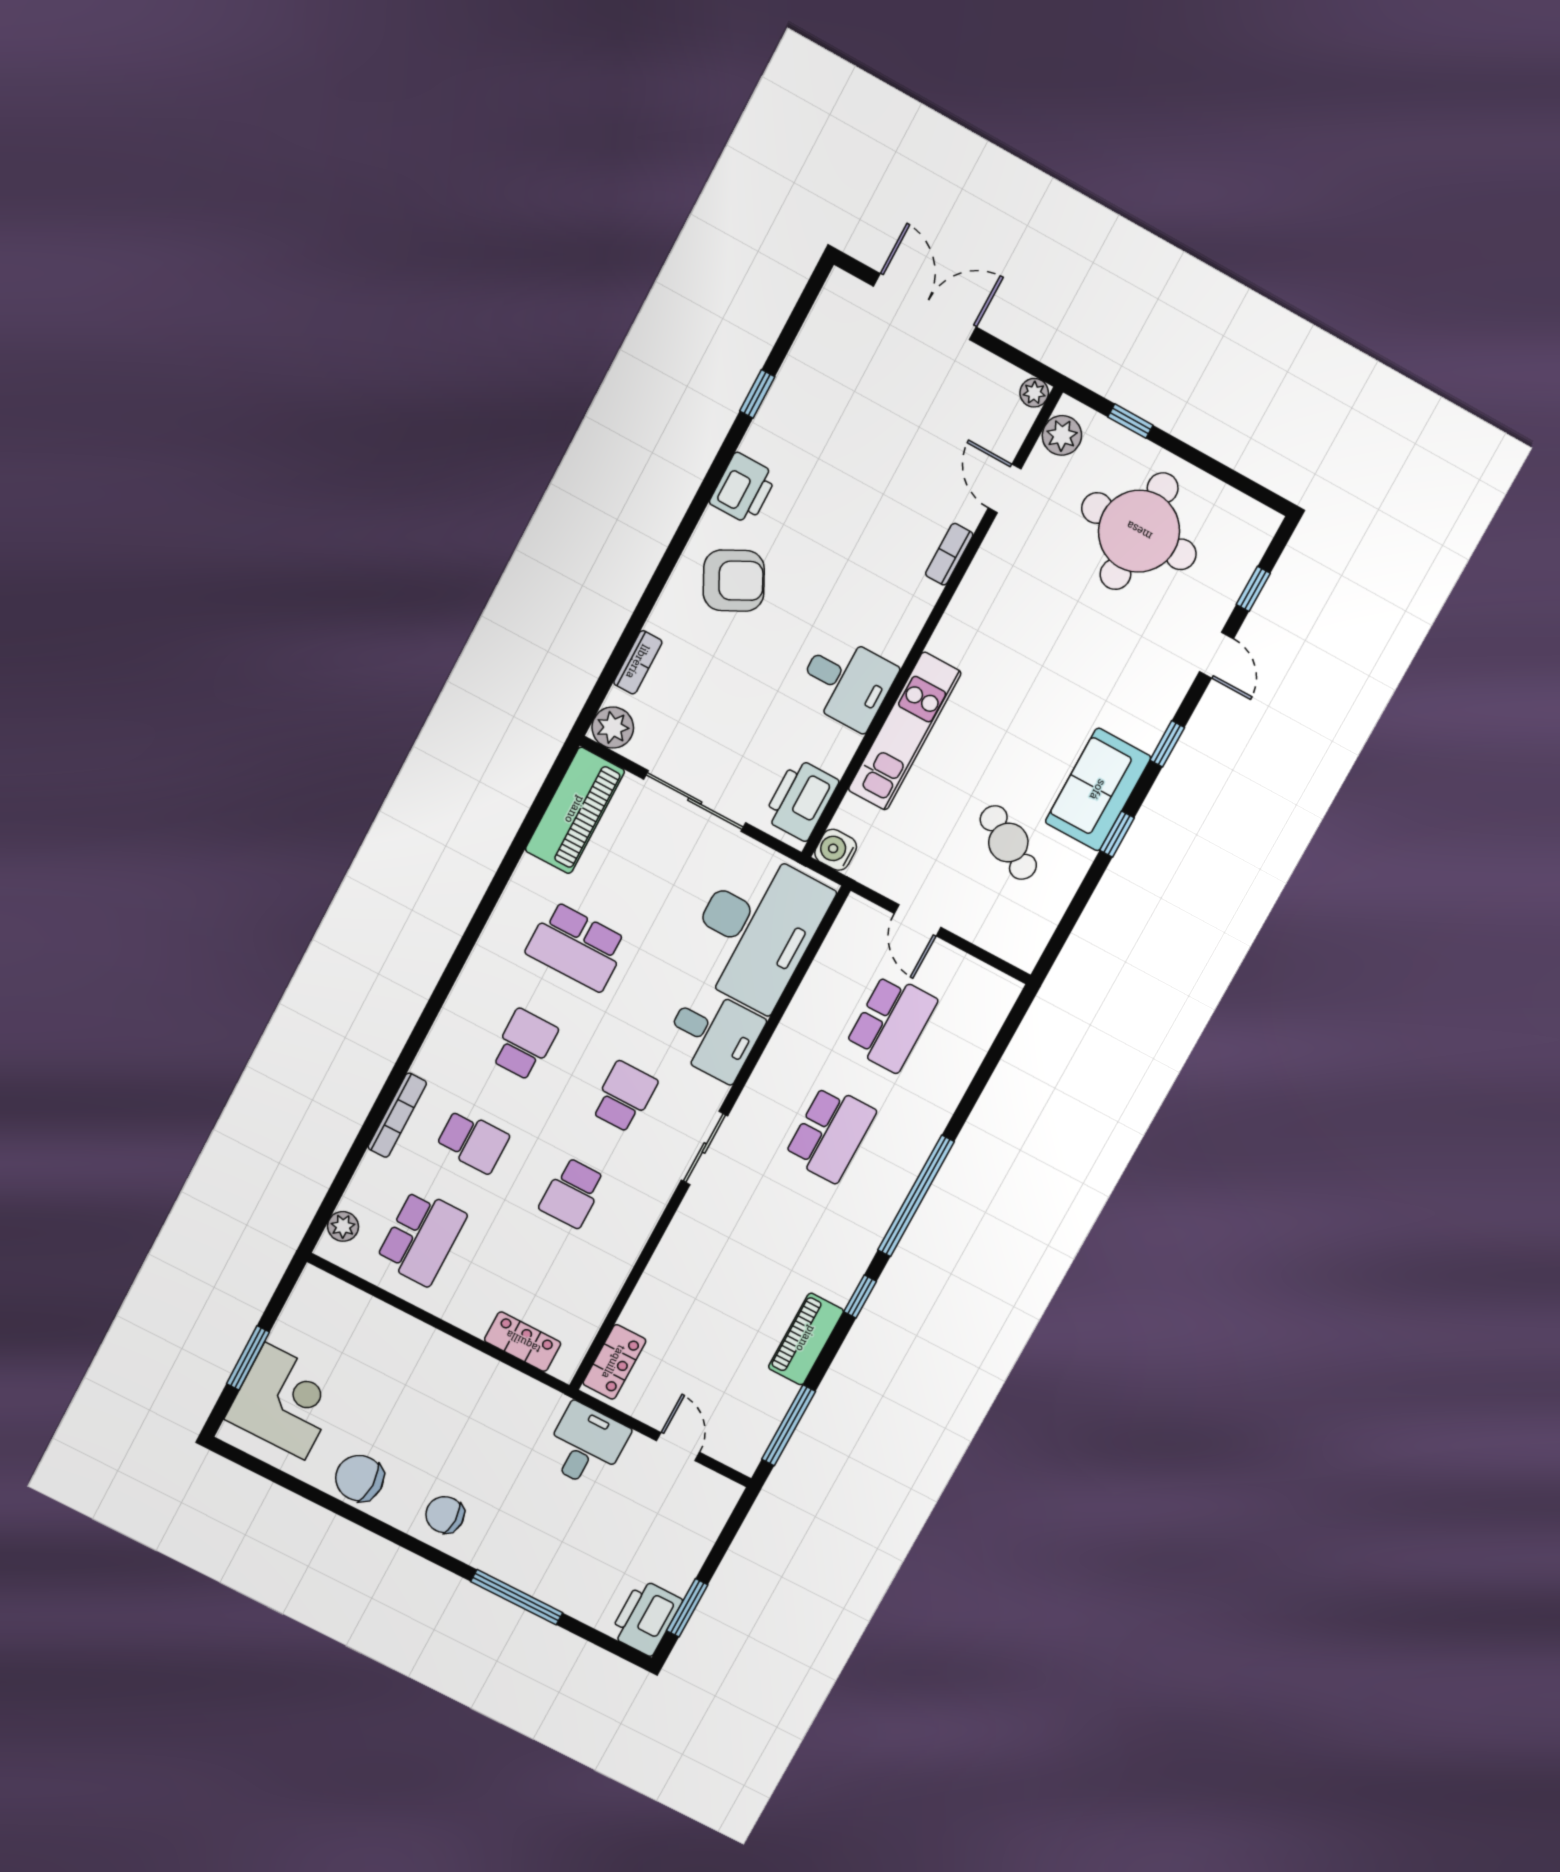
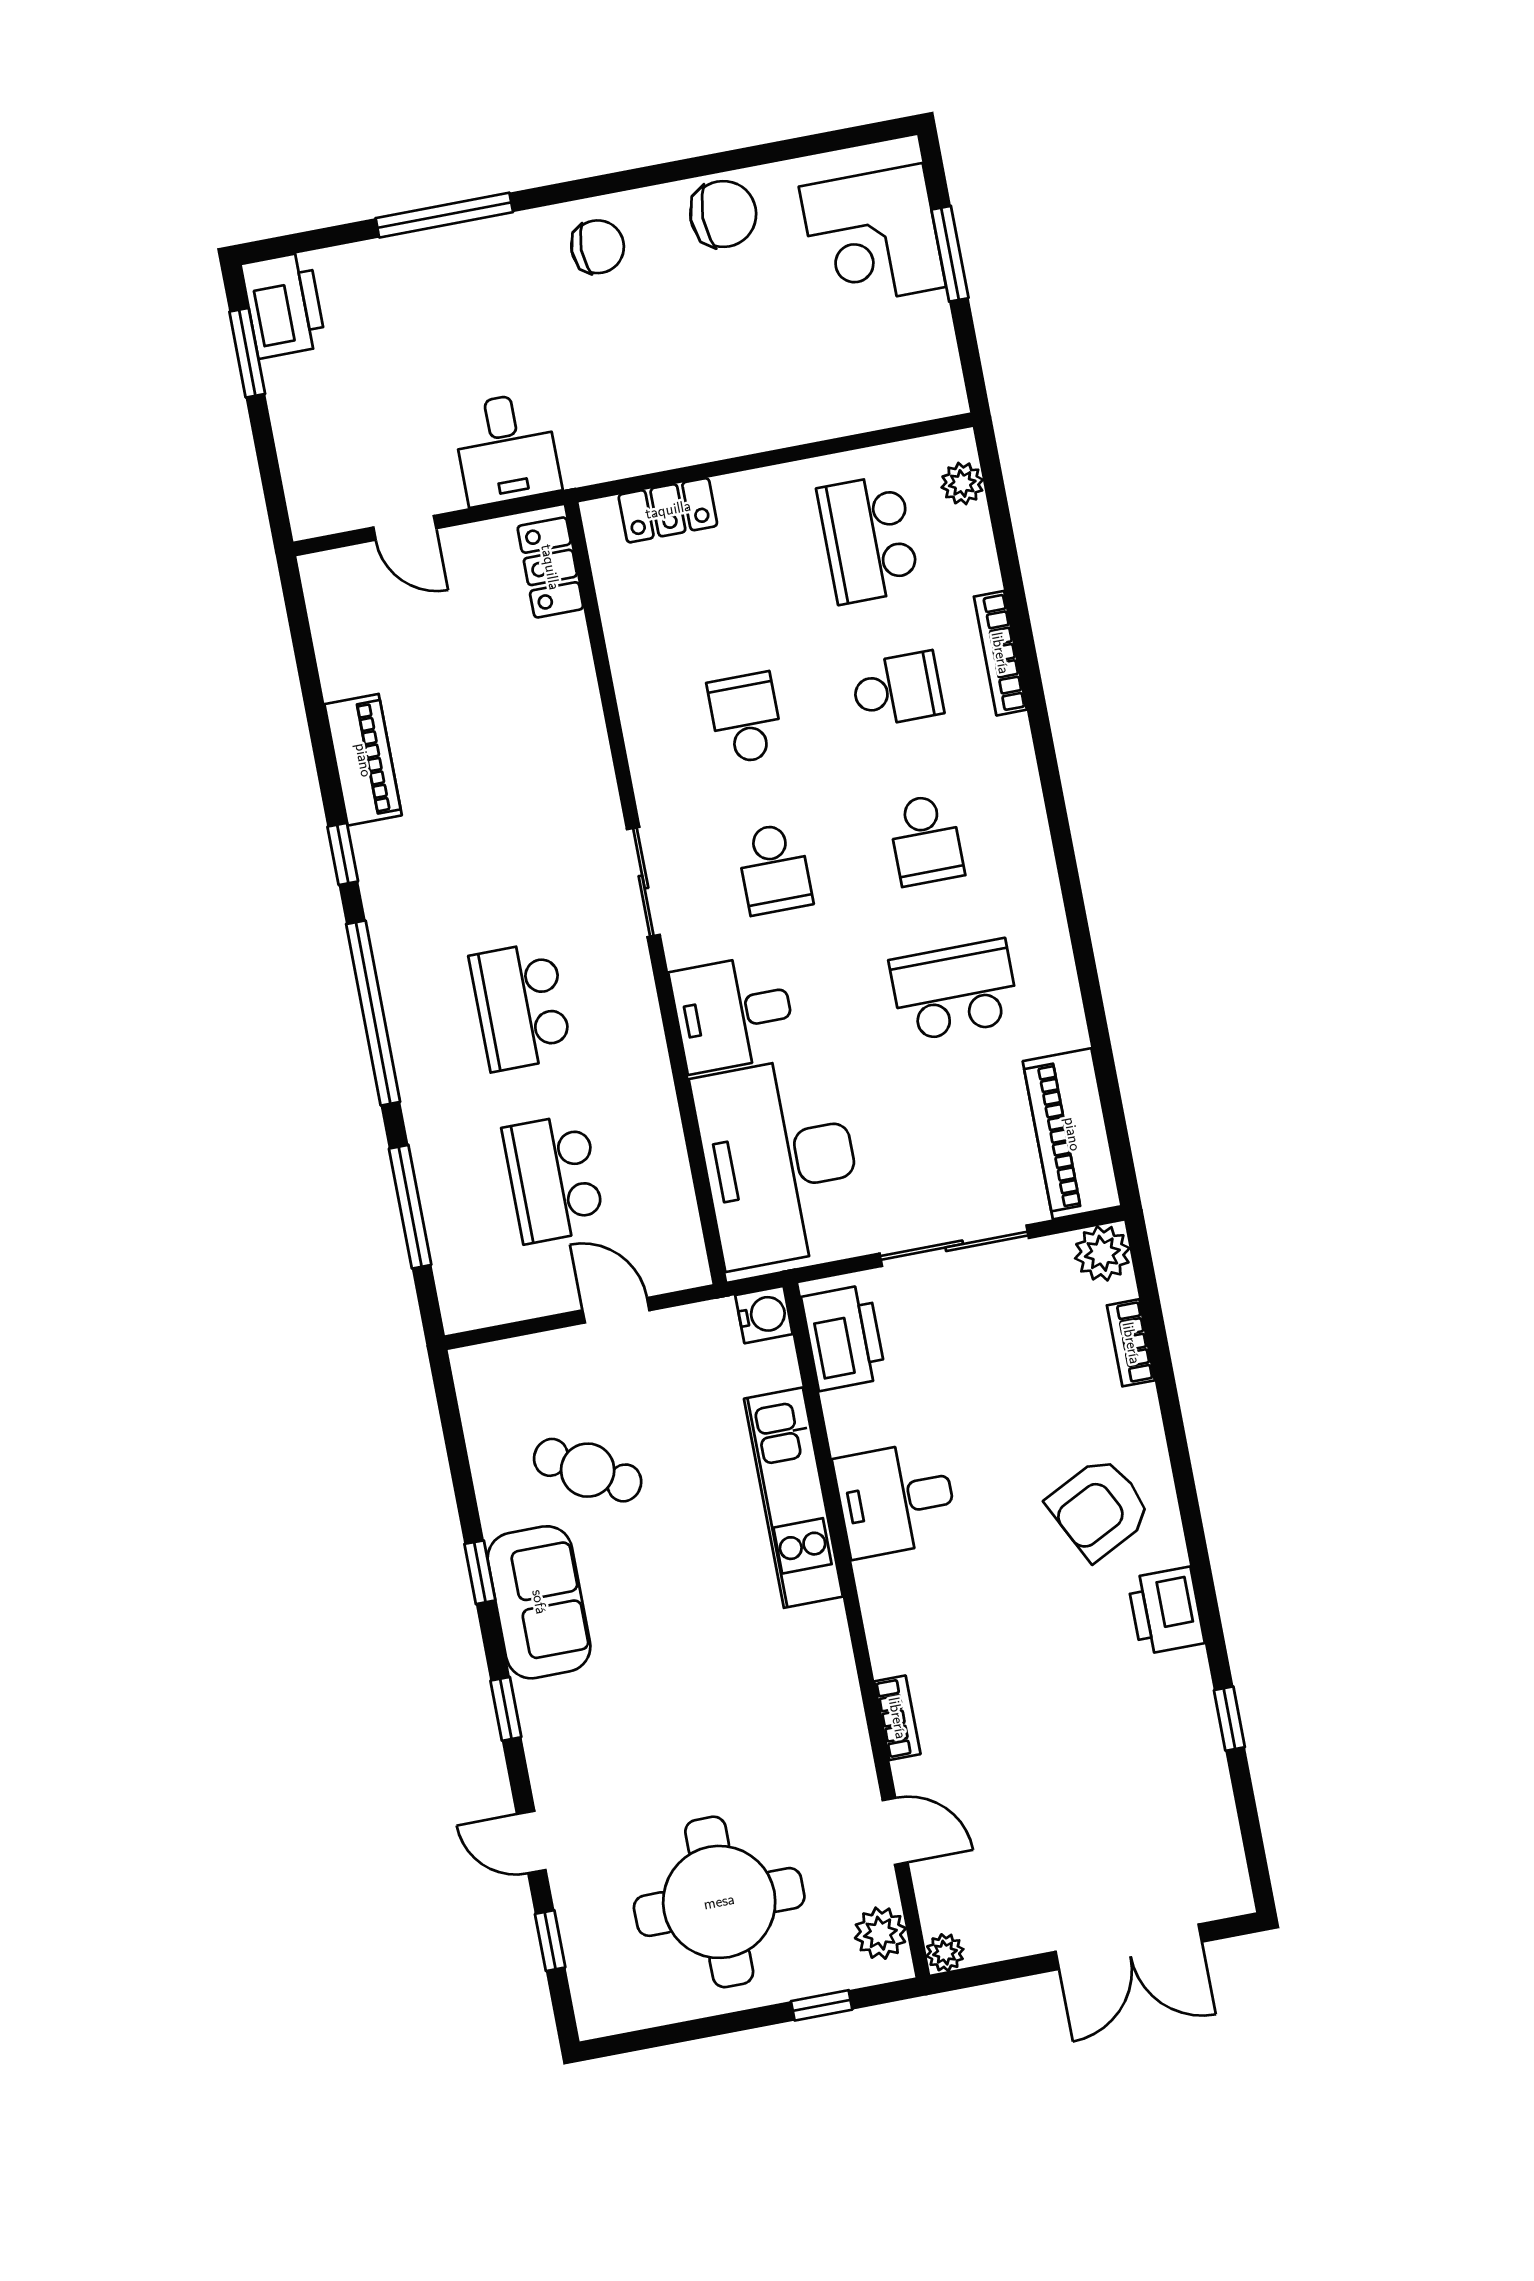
school desk: (473, 1141) -> (897, 689), turned 180
window: (789, 1425) -> (410, 1207), moved

